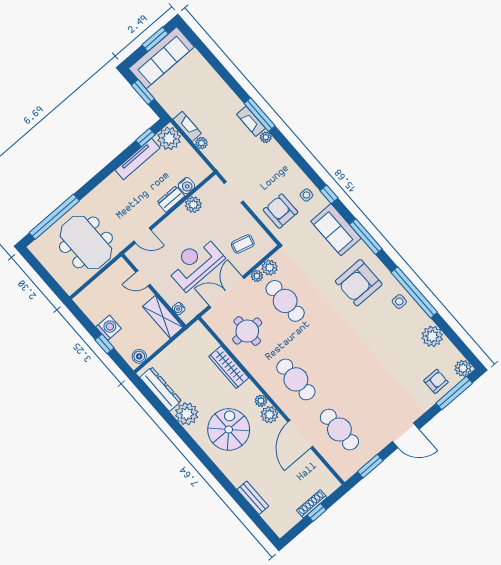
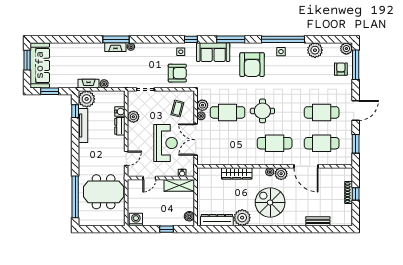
armchair: (280, 211) -> (177, 73), turned 180
reception desk: (195, 263) -> (165, 143), turned 180
washing machine: (108, 328) -> (136, 219), moved
round table: (247, 331) -> (262, 111), moved
cafe table: (372, 401) -> (322, 112), added

